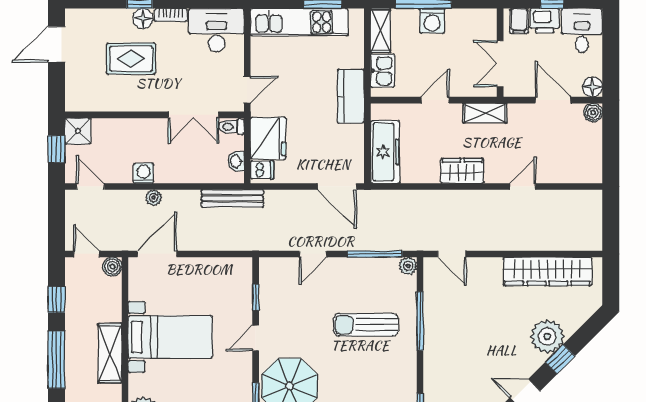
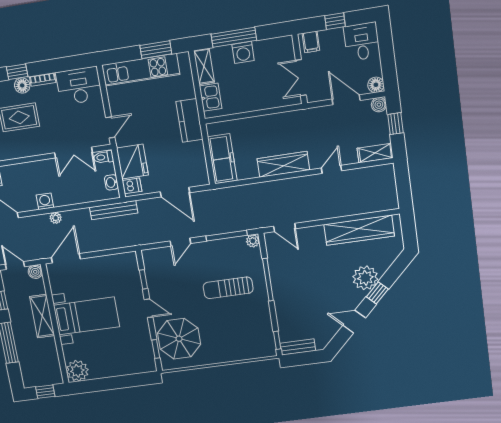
printer: (545, 21) -> (331, 38), removed
door: (435, 100) -> (255, 114), removed
shelving: (485, 113) -> (375, 153), moved
window: (611, 140) -> (395, 124), added
wardrobe: (462, 171) -> (283, 164), width x1.50
door: (337, 187) -> (175, 192), moved
door: (256, 338) -> (149, 308), swing flipped
shelving: (110, 353) -> (42, 316), moved

